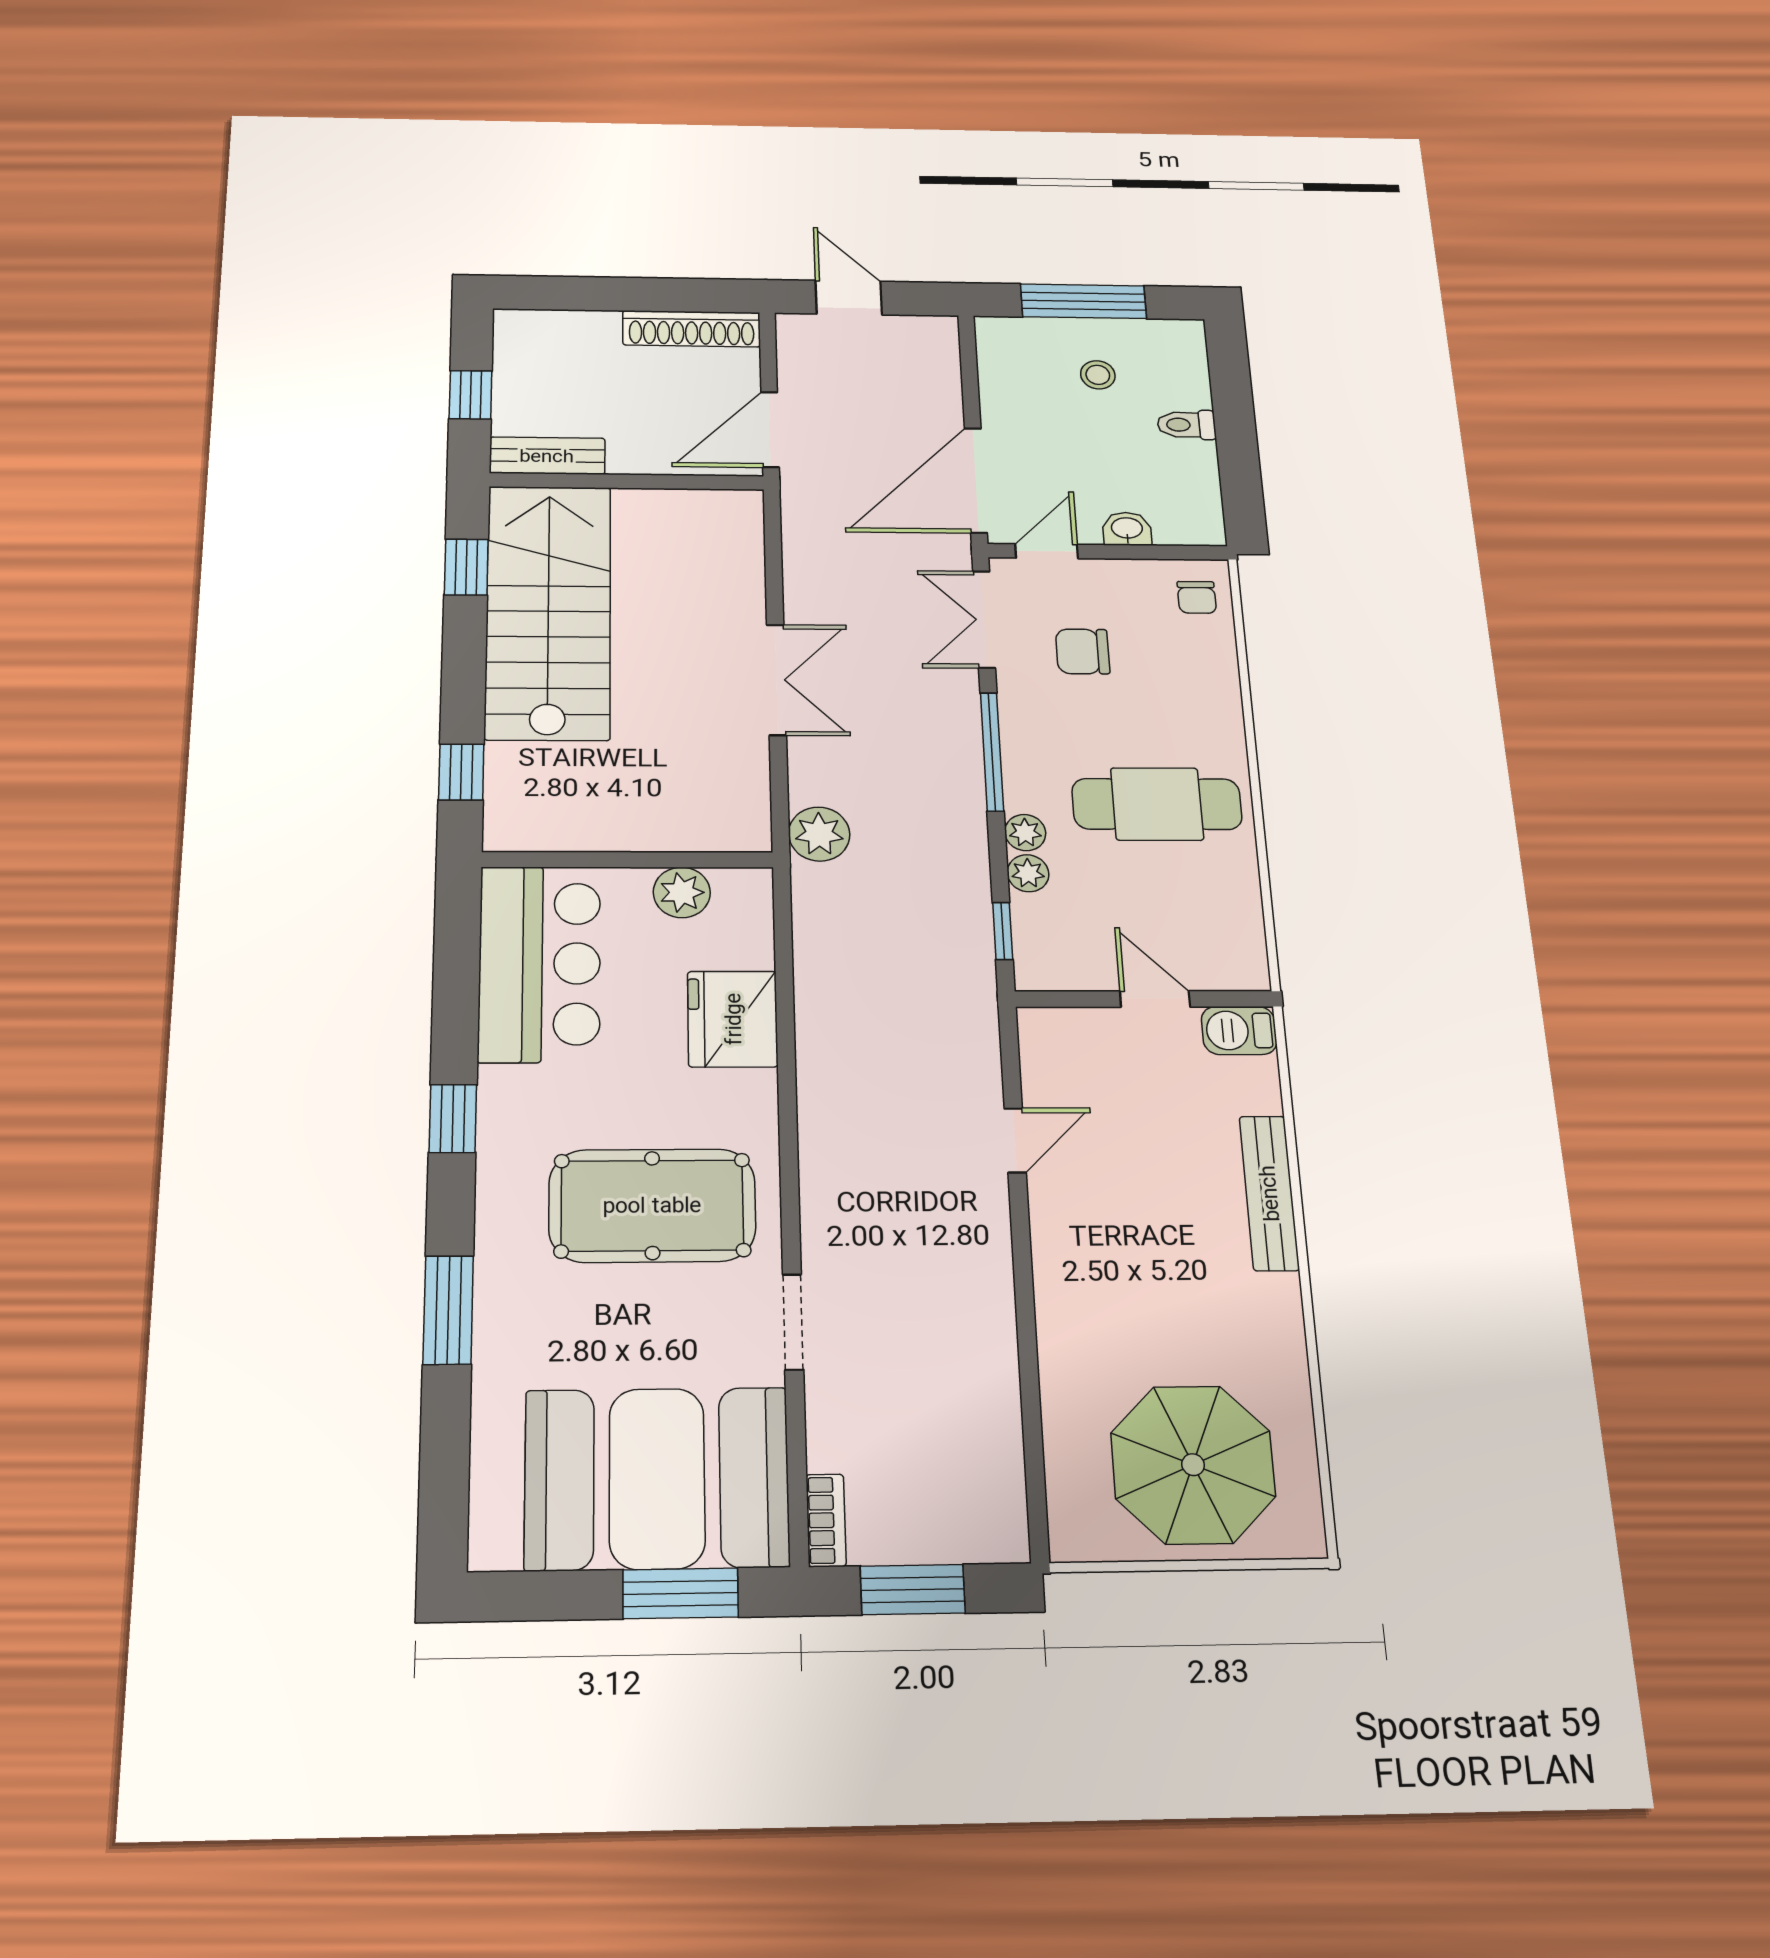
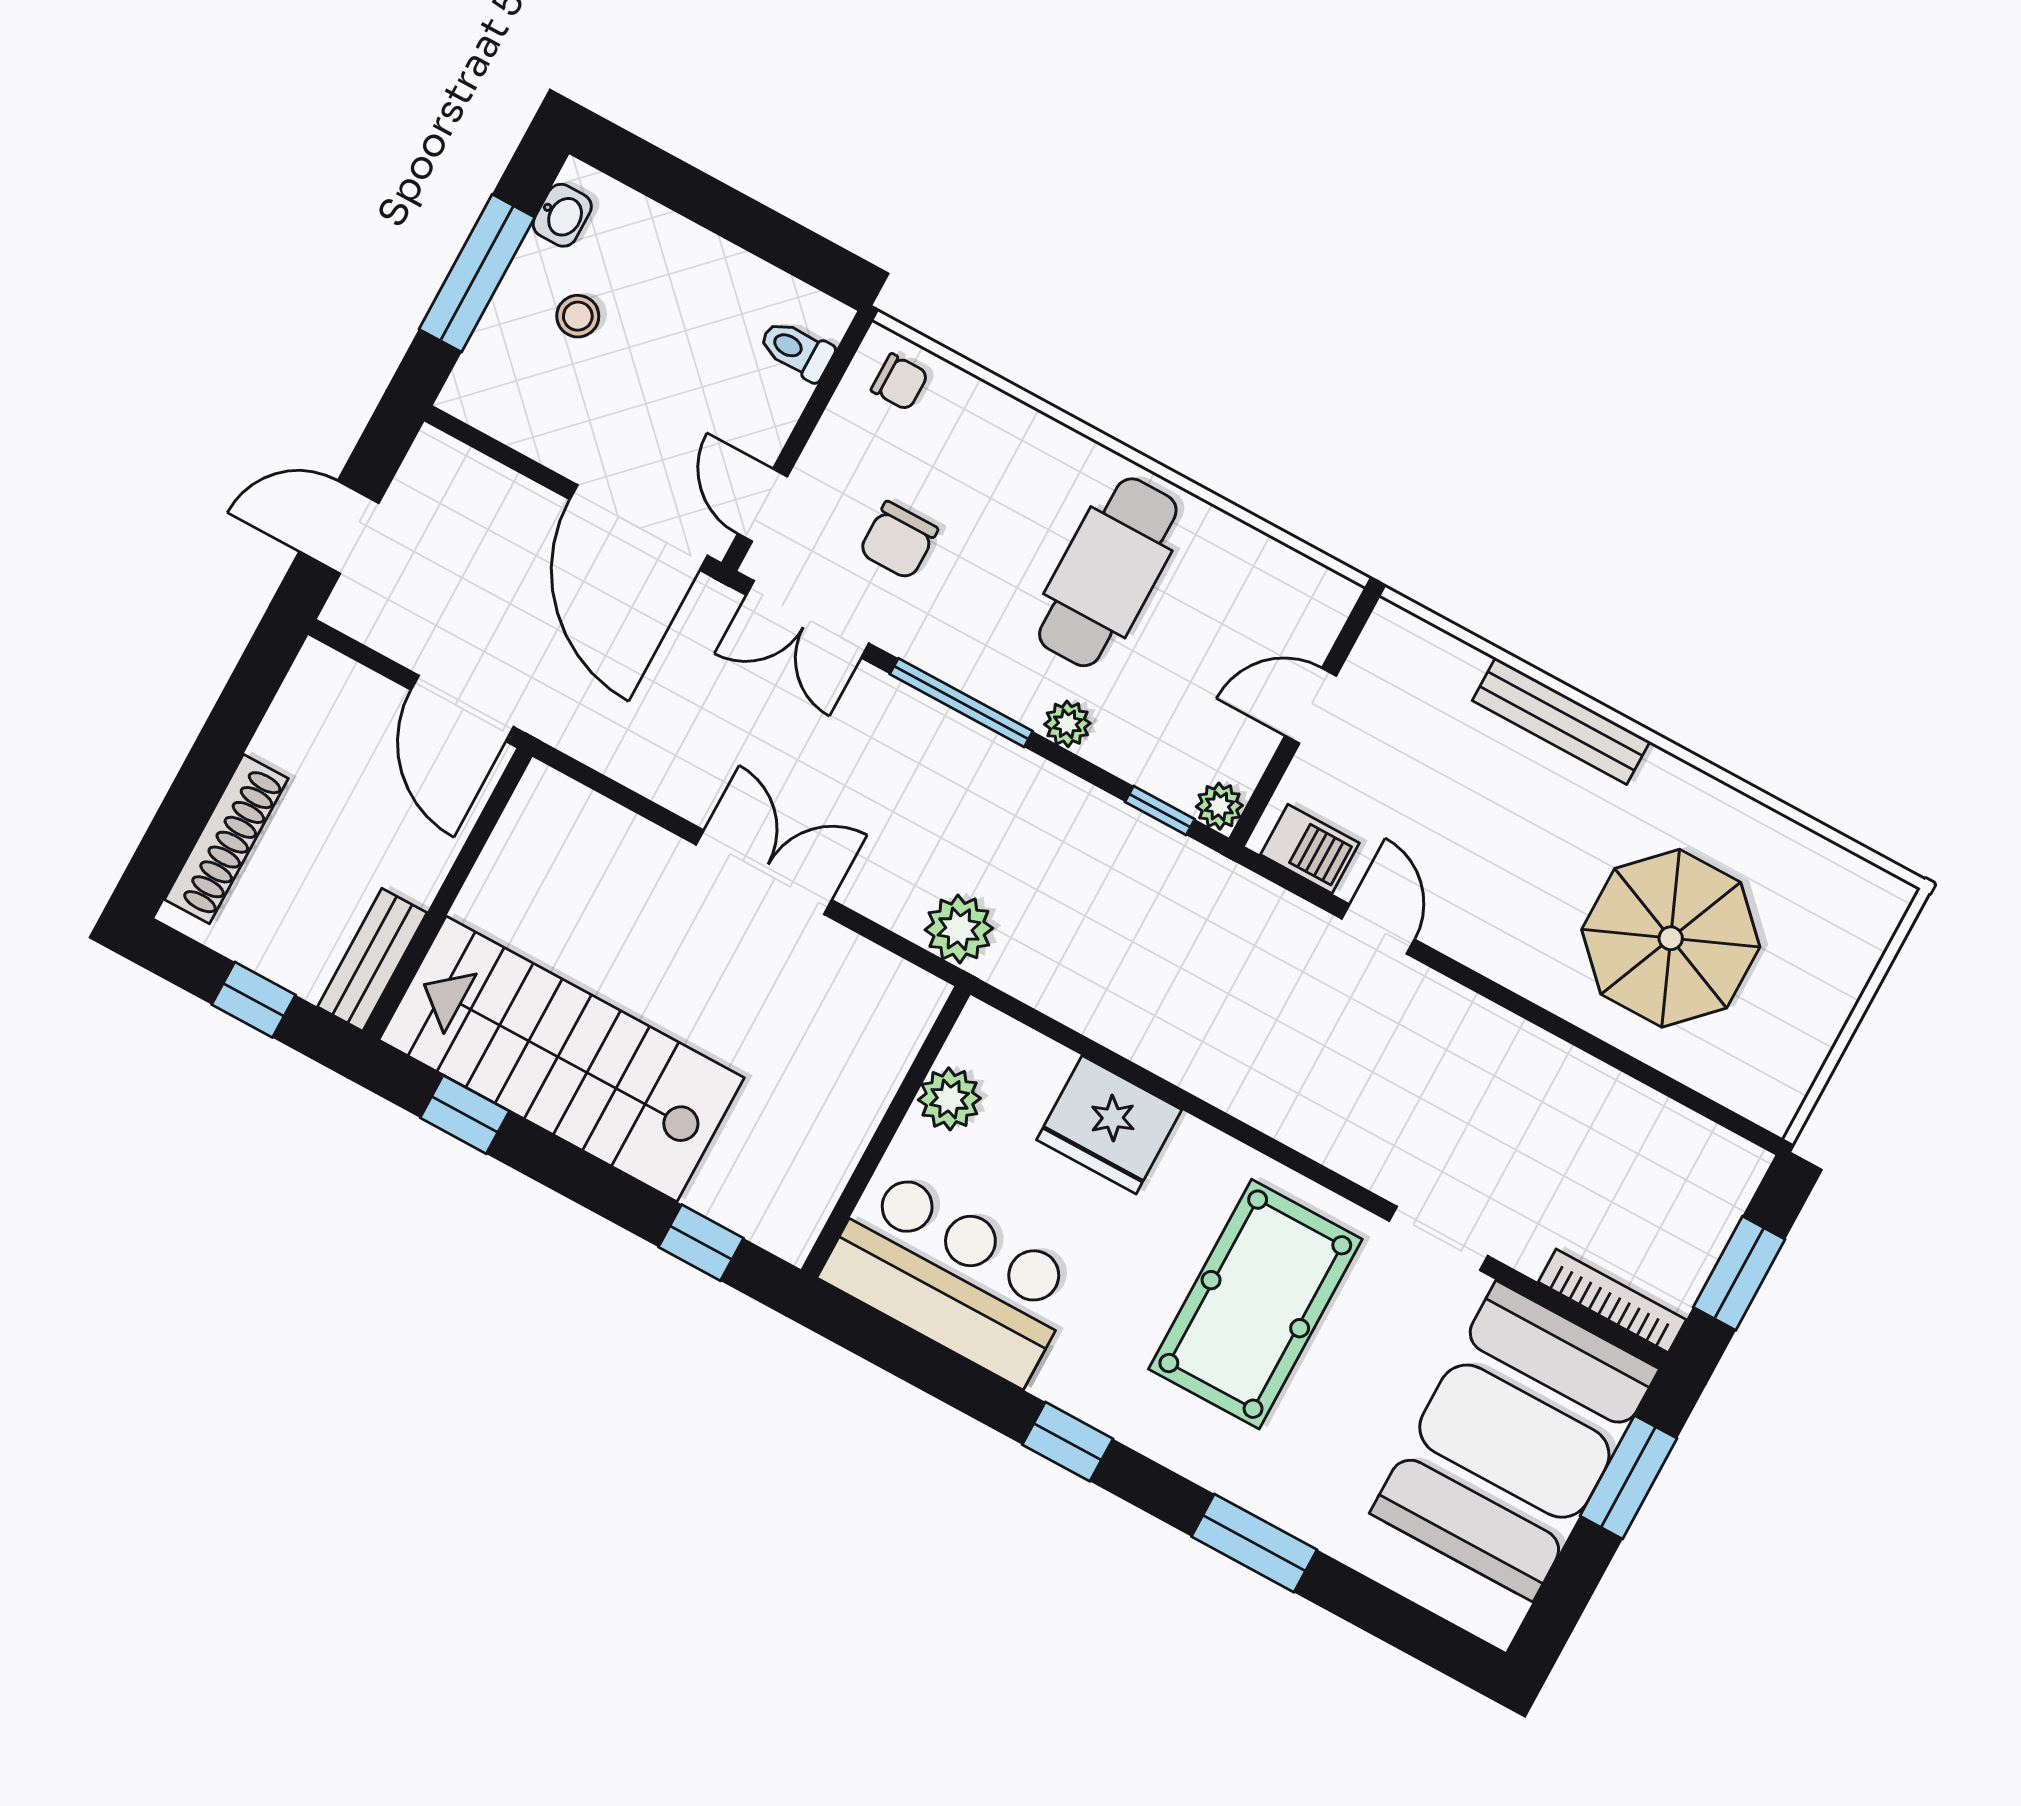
shoe rack: (692, 329) -> (226, 839), moved
toilet: (1186, 425) -> (797, 350), moved, turned 90
washbasin: (1127, 529) -> (562, 215), moved, turned 180
plant: (1028, 873) -> (1219, 806), moved
barbecue: (1239, 1030) -> (1310, 849), moved, turned -90
parasol: (1193, 1465) -> (1671, 938), moved
bookcase: (826, 1520) -> (1612, 1301), width x1.56

